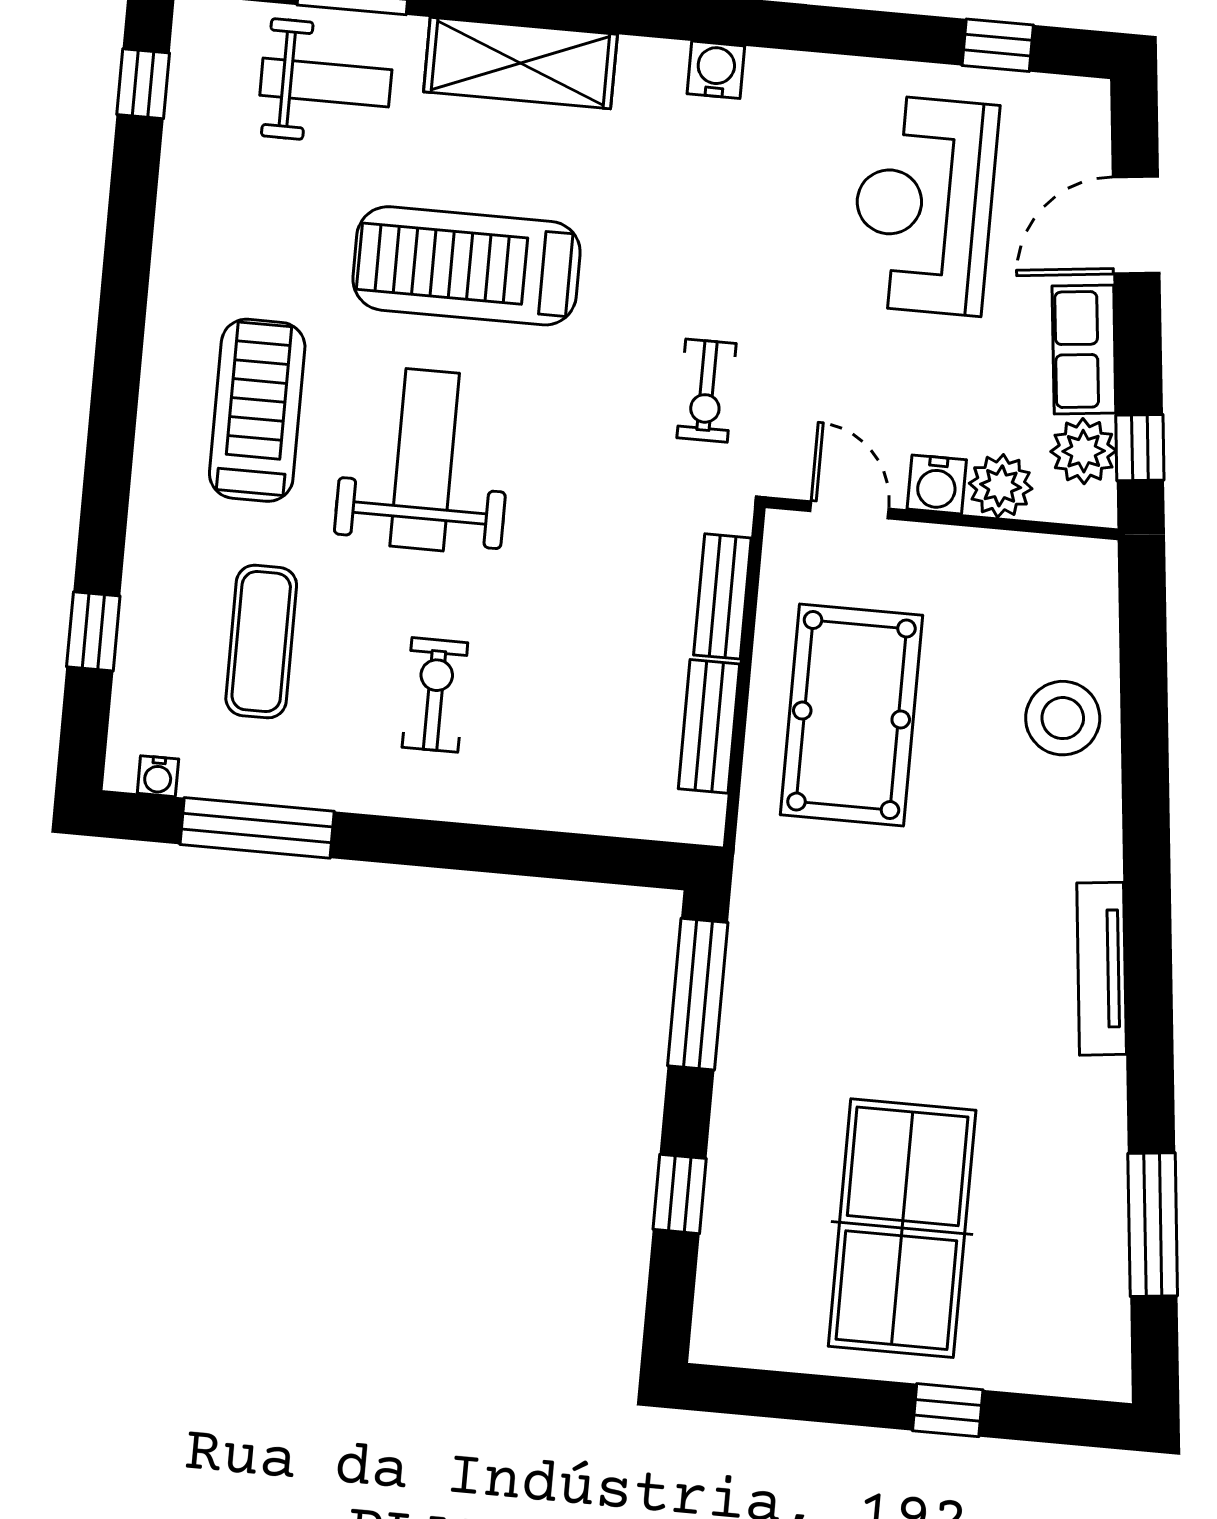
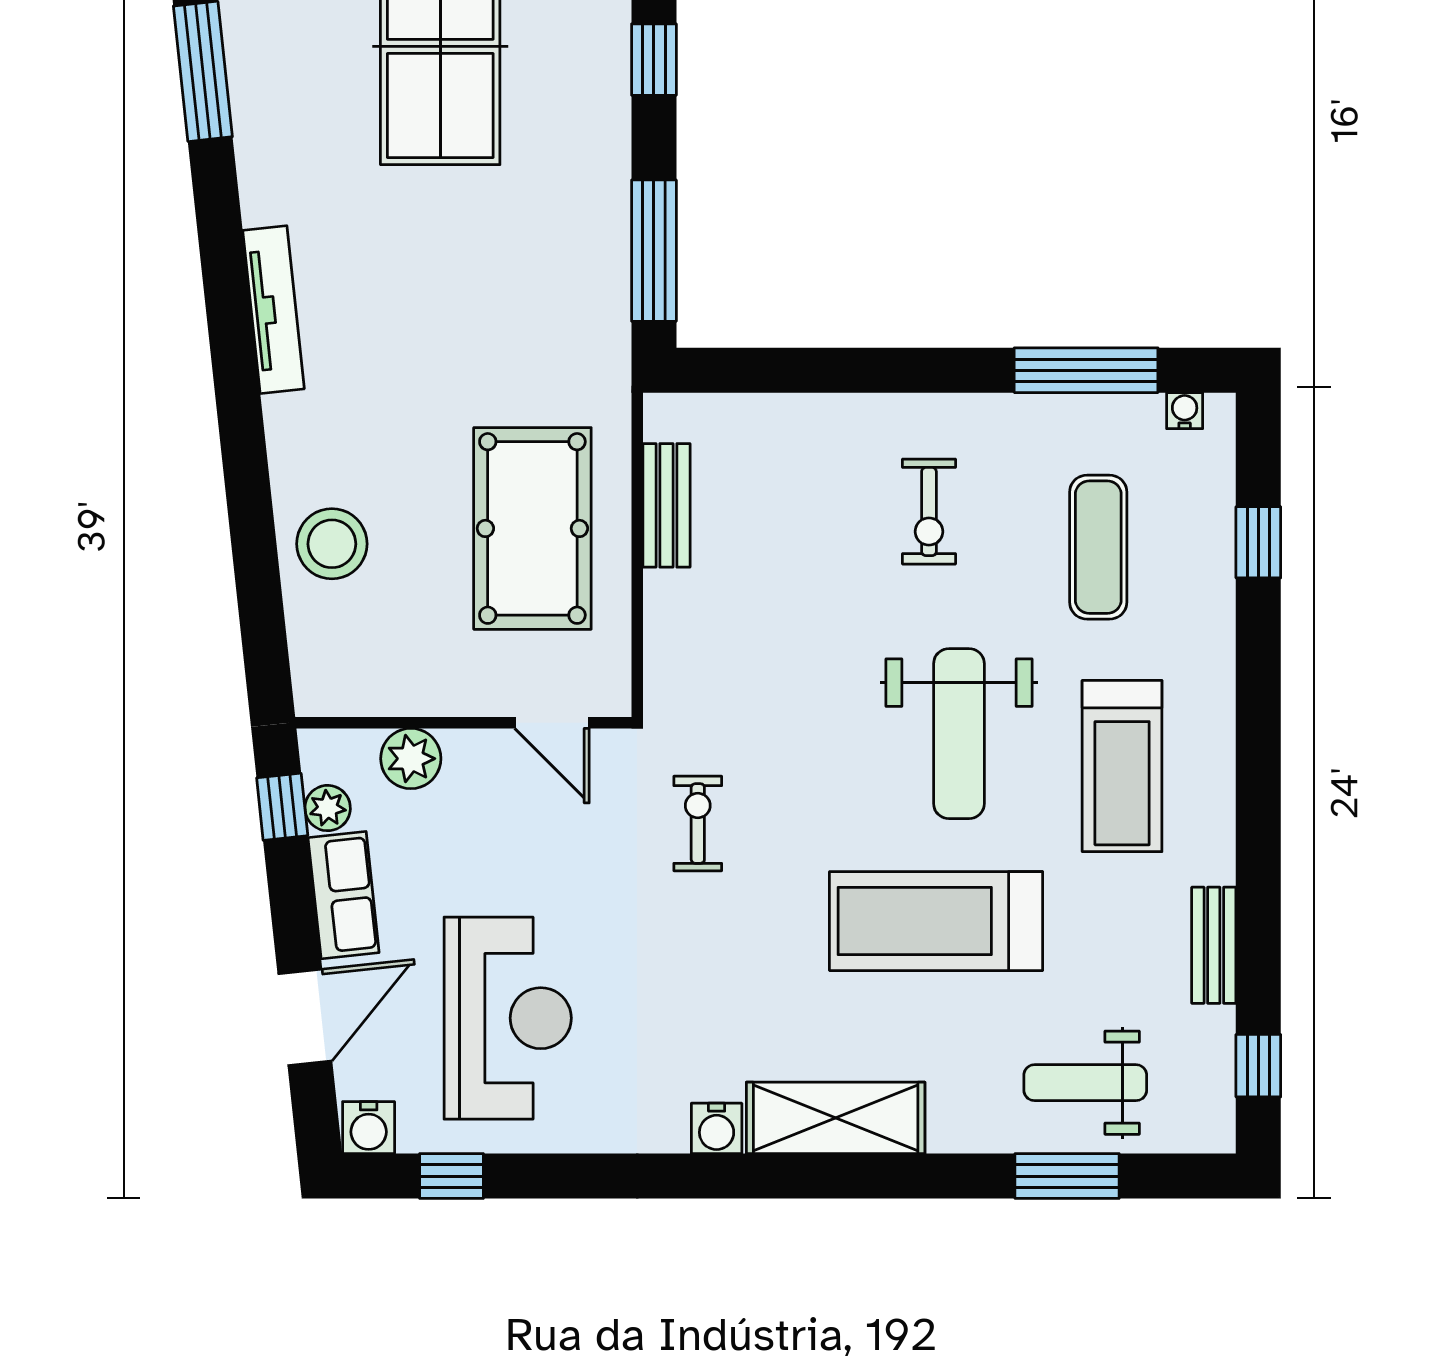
shelving: (520, 63) -> (836, 1118), moved
treadmill: (467, 266) -> (936, 921), turned 180
plant: (1084, 451) -> (328, 808), width x0.73, depth x0.73
water cooler: (937, 484) -> (369, 1128), moved, turned 180
bench: (722, 596) -> (1214, 945), moved

